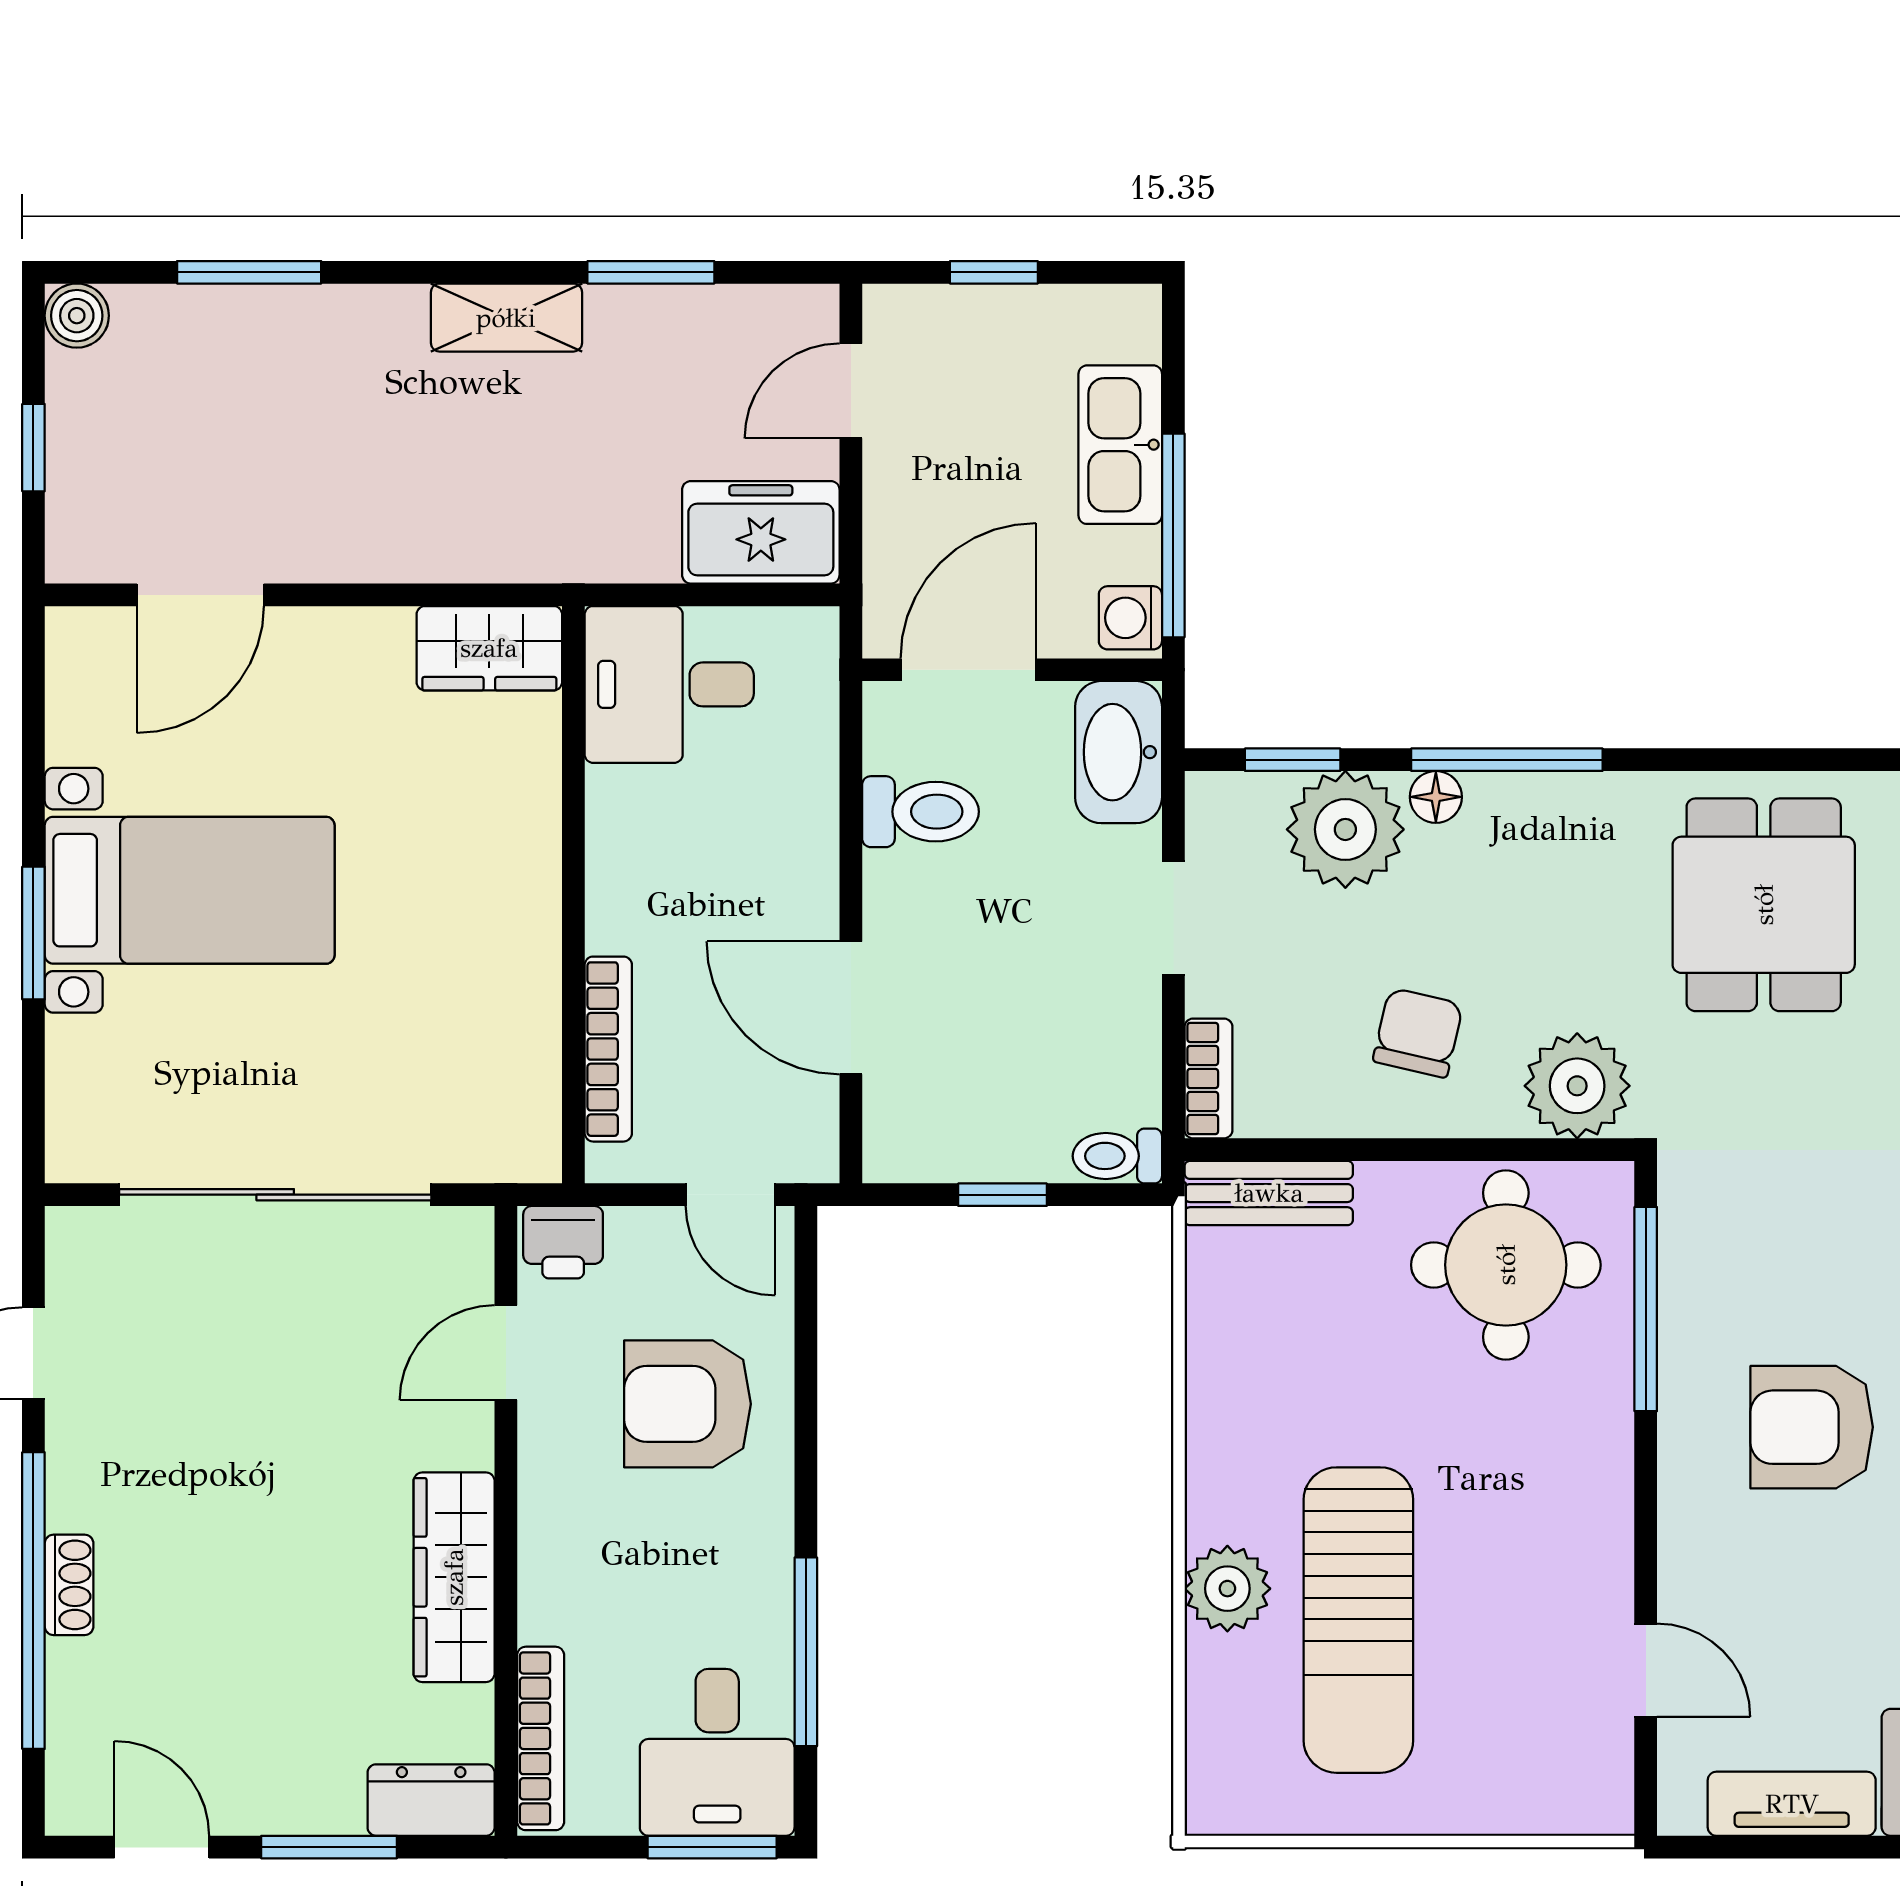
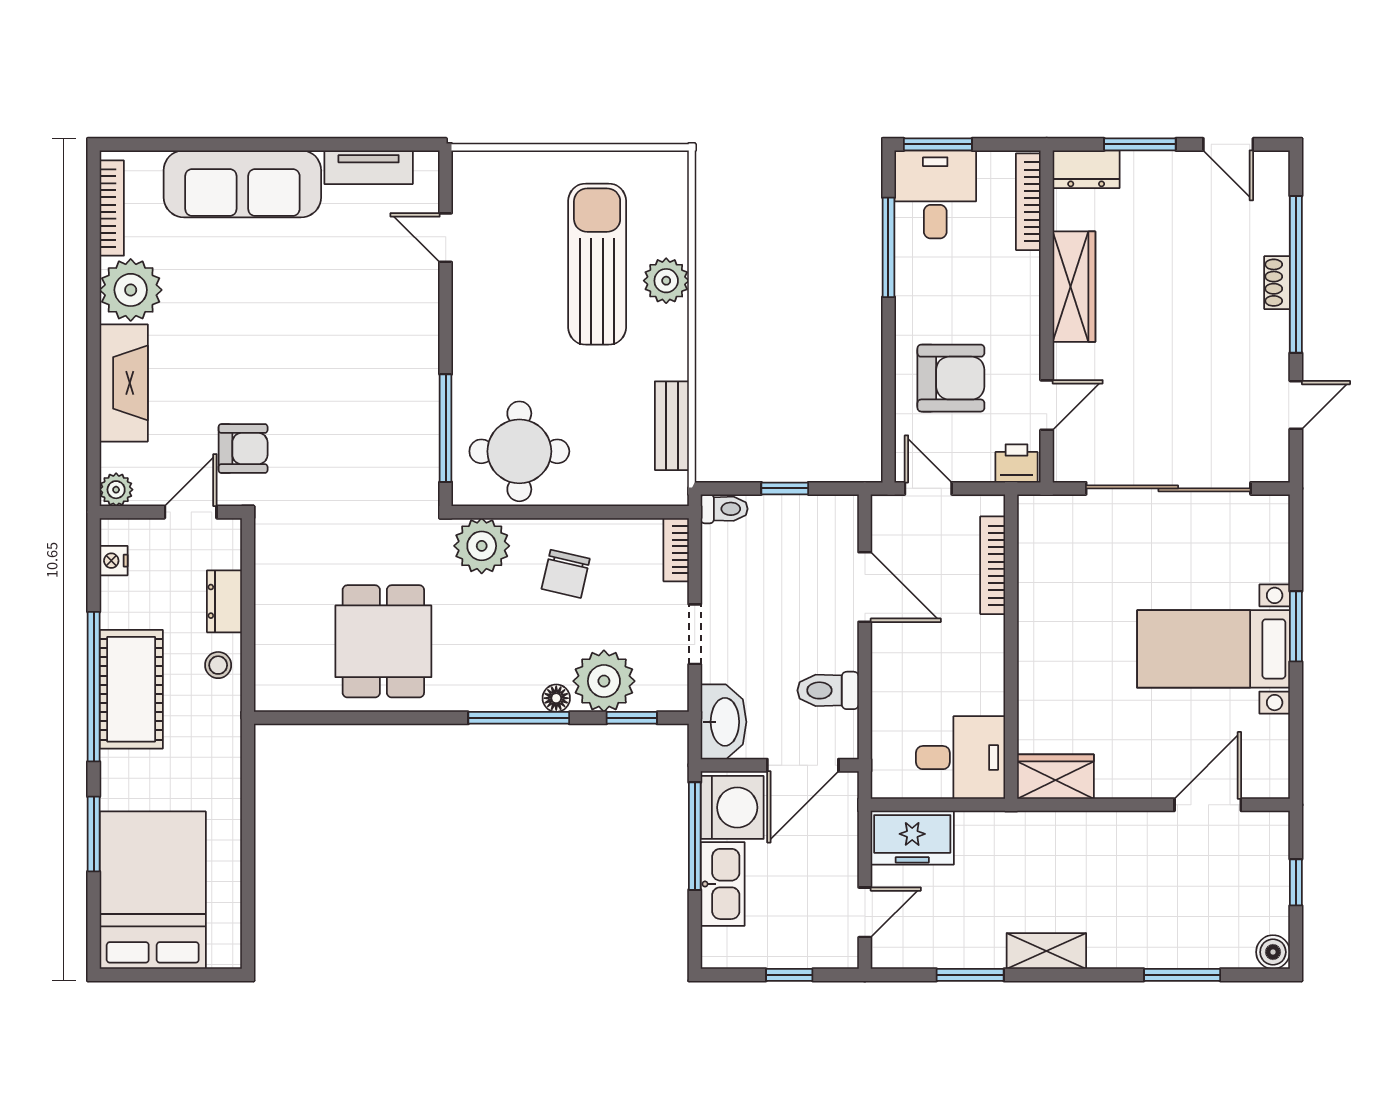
washing machine: (1130, 618) -> (732, 807), width x1.89, depth x1.89
bench: (1269, 1193) -> (672, 426), moved, turned 90
armchair: (1812, 1427) -> (358, 366), removed

